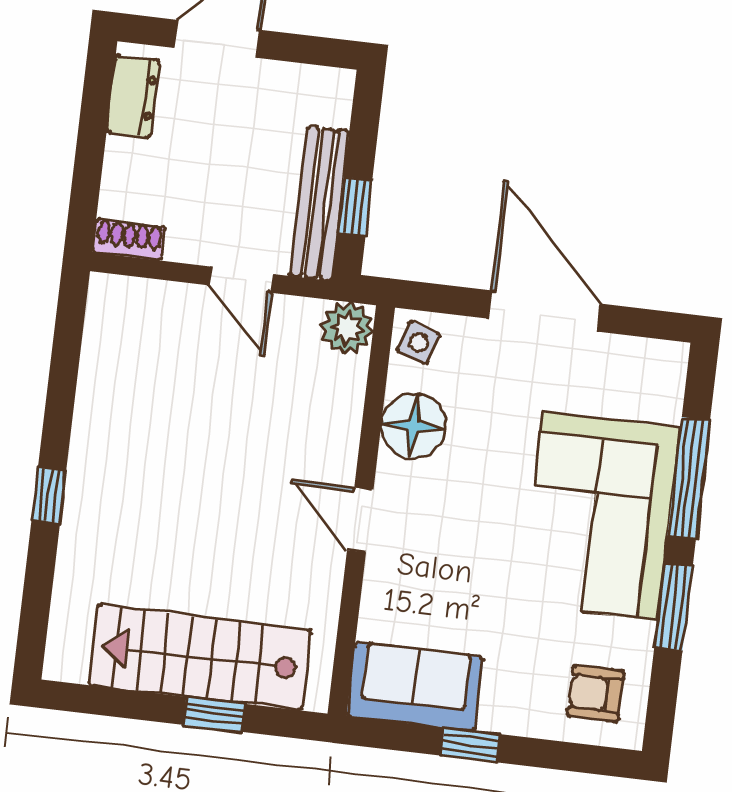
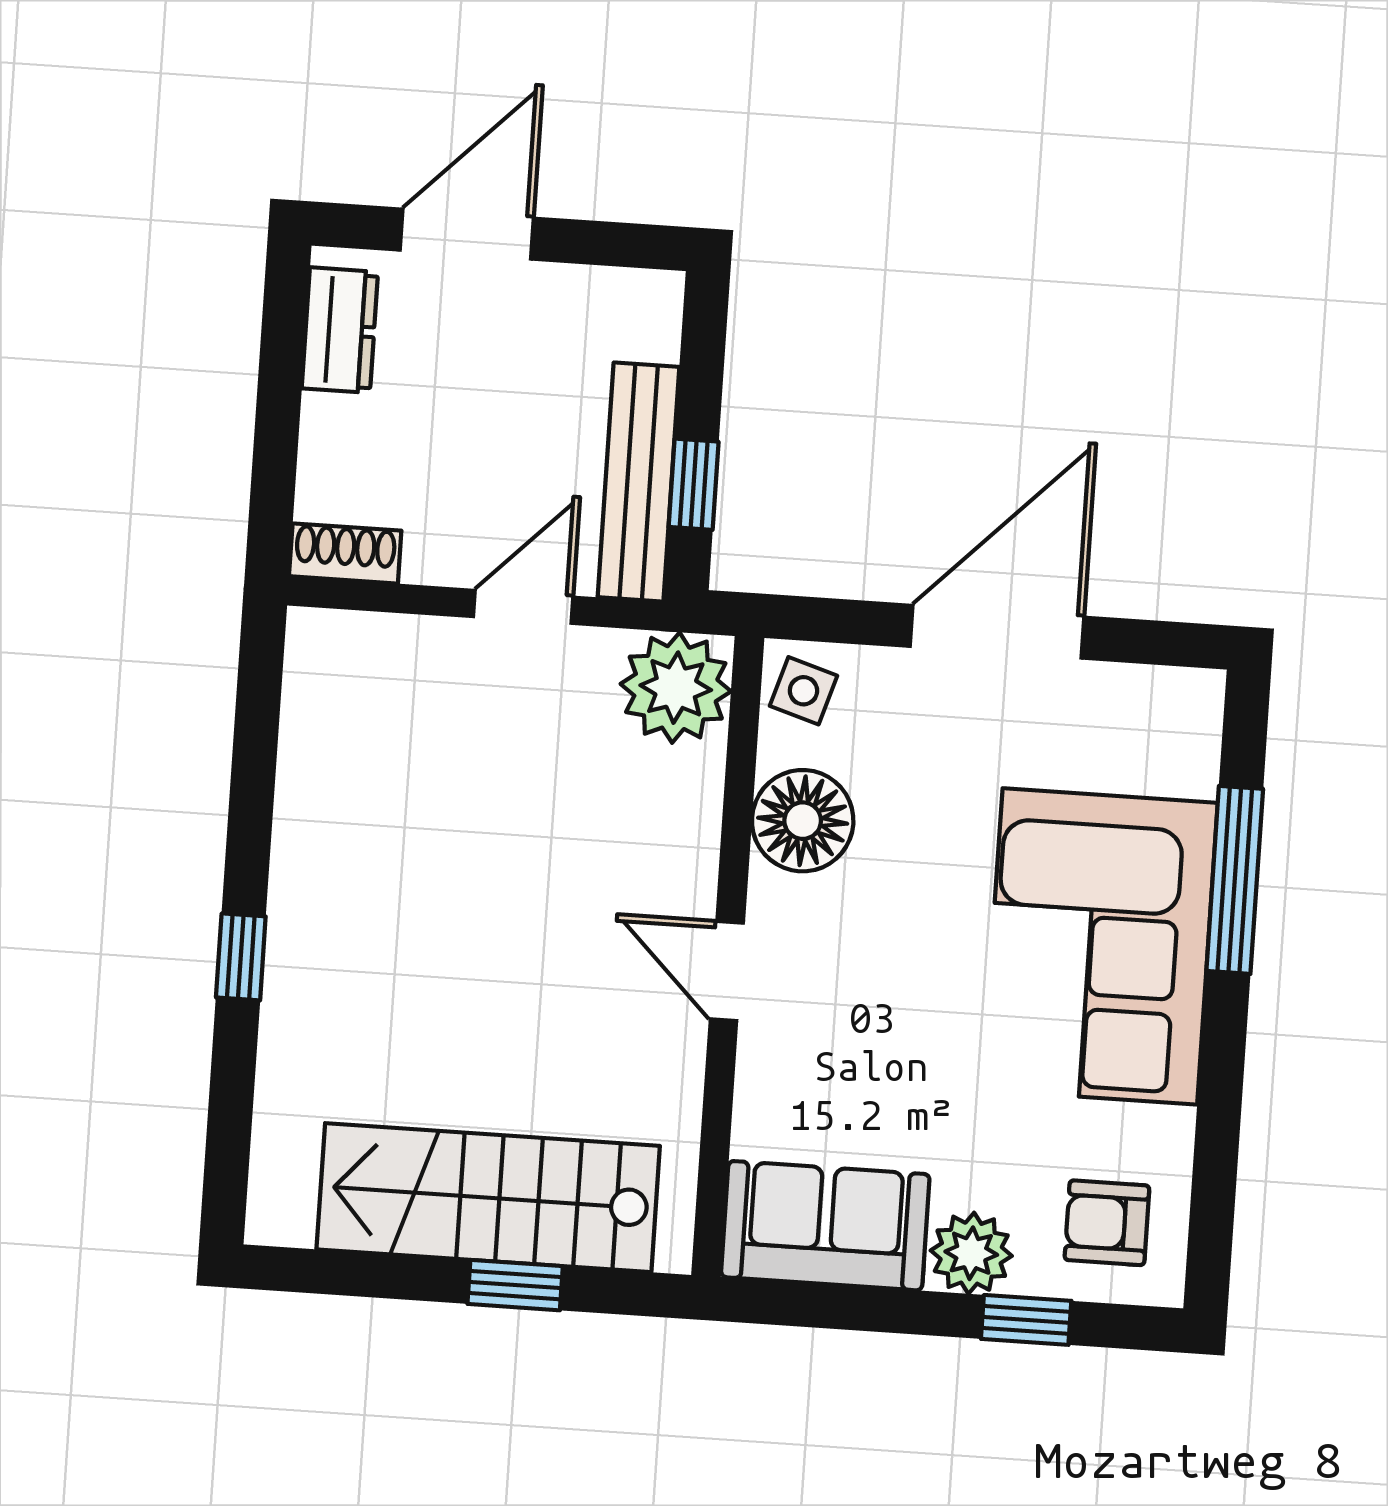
door: (241, 280) -> (523, 607), swing flipped
door: (544, 311) -> (997, 632), hinge flipped
plant: (347, 328) -> (676, 688), width x1.36, depth x1.36
window: (673, 607) -> (1221, 1081), removed
plant: (508, 709) -> (971, 1253), added
window: (471, 745) -> (1026, 1320), moved

